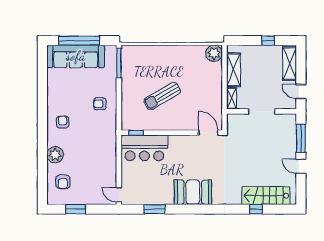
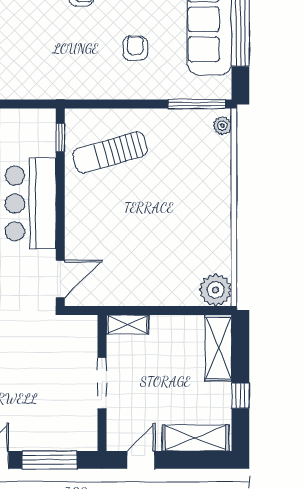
plant: (130, 50) -> (222, 126), added
shelving: (234, 70) -> (218, 348), moved, turned 90
sun lounger: (162, 96) -> (110, 152), moved, turned -76
armchair: (100, 104) -> (135, 48), moved
bar counter: (144, 148) -> (31, 203), moved

